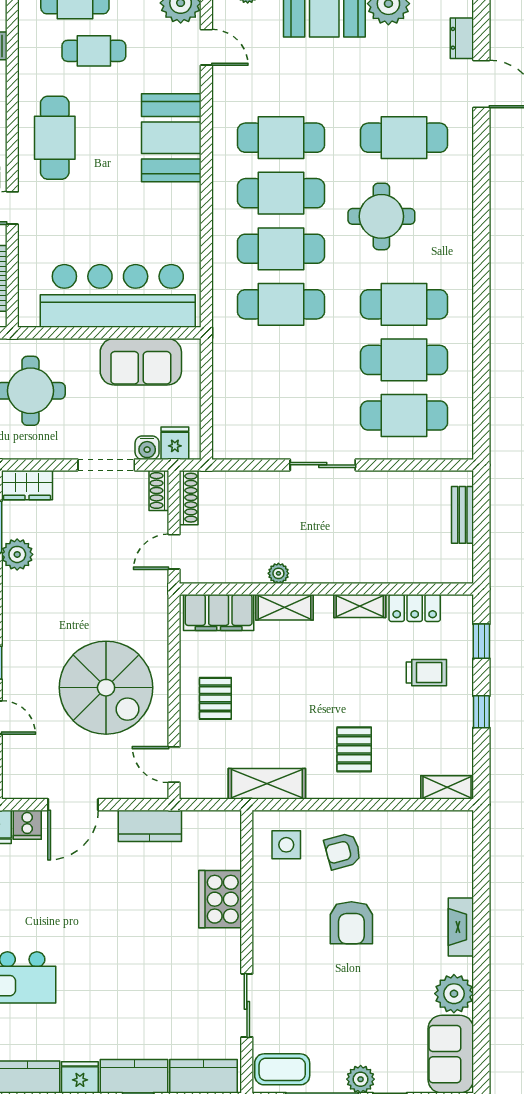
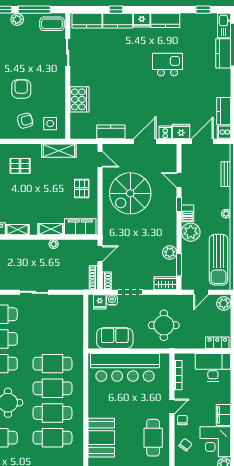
spiral stairs: (106, 688) -> (130, 193), turned -90
pallet: (354, 749) -> (20, 166), turned 90

